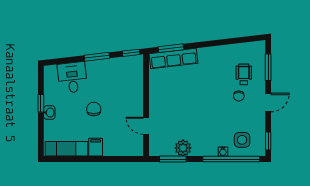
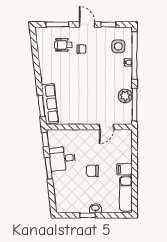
desk: (72, 78) -> (62, 159), moved
window: (268, 141) -> (108, 24), moved
window: (173, 159) -> (134, 104), width x1.44

